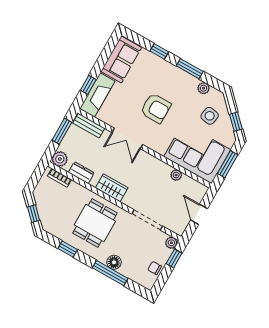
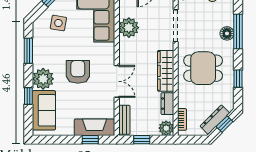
sofa: (121, 60) -> (44, 110), moved, turned 90
window: (190, 69) -> (28, 51), moved
plant: (203, 88) -> (43, 79), moved, width x1.88, depth x1.88
window: (62, 131) -> (142, 140), width x0.67
plant: (176, 175) -> (129, 28), width x1.88, depth x1.88
wardrobe: (112, 188) -> (166, 71), width x1.50
dresser: (43, 207) -> (215, 120), added

